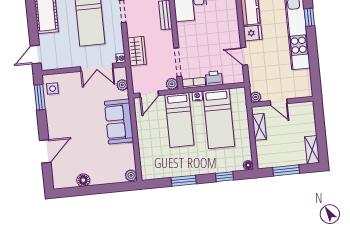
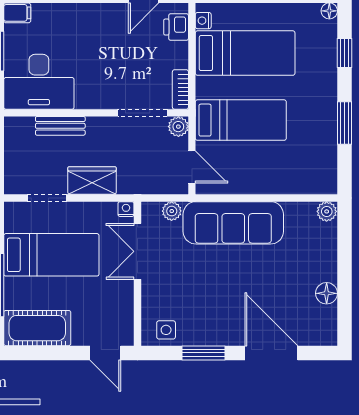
wardrobe: (137, 51) -> (92, 181), moved
double door: (97, 67) -> (137, 251), swing flipped
printer: (214, 78) -> (176, 27), moved
nightstand: (197, 96) -> (203, 21), moved
window: (40, 97) -> (204, 353), moved
sofa: (119, 122) -> (233, 223), width x1.36
door: (45, 151) -> (271, 353), width x1.36

